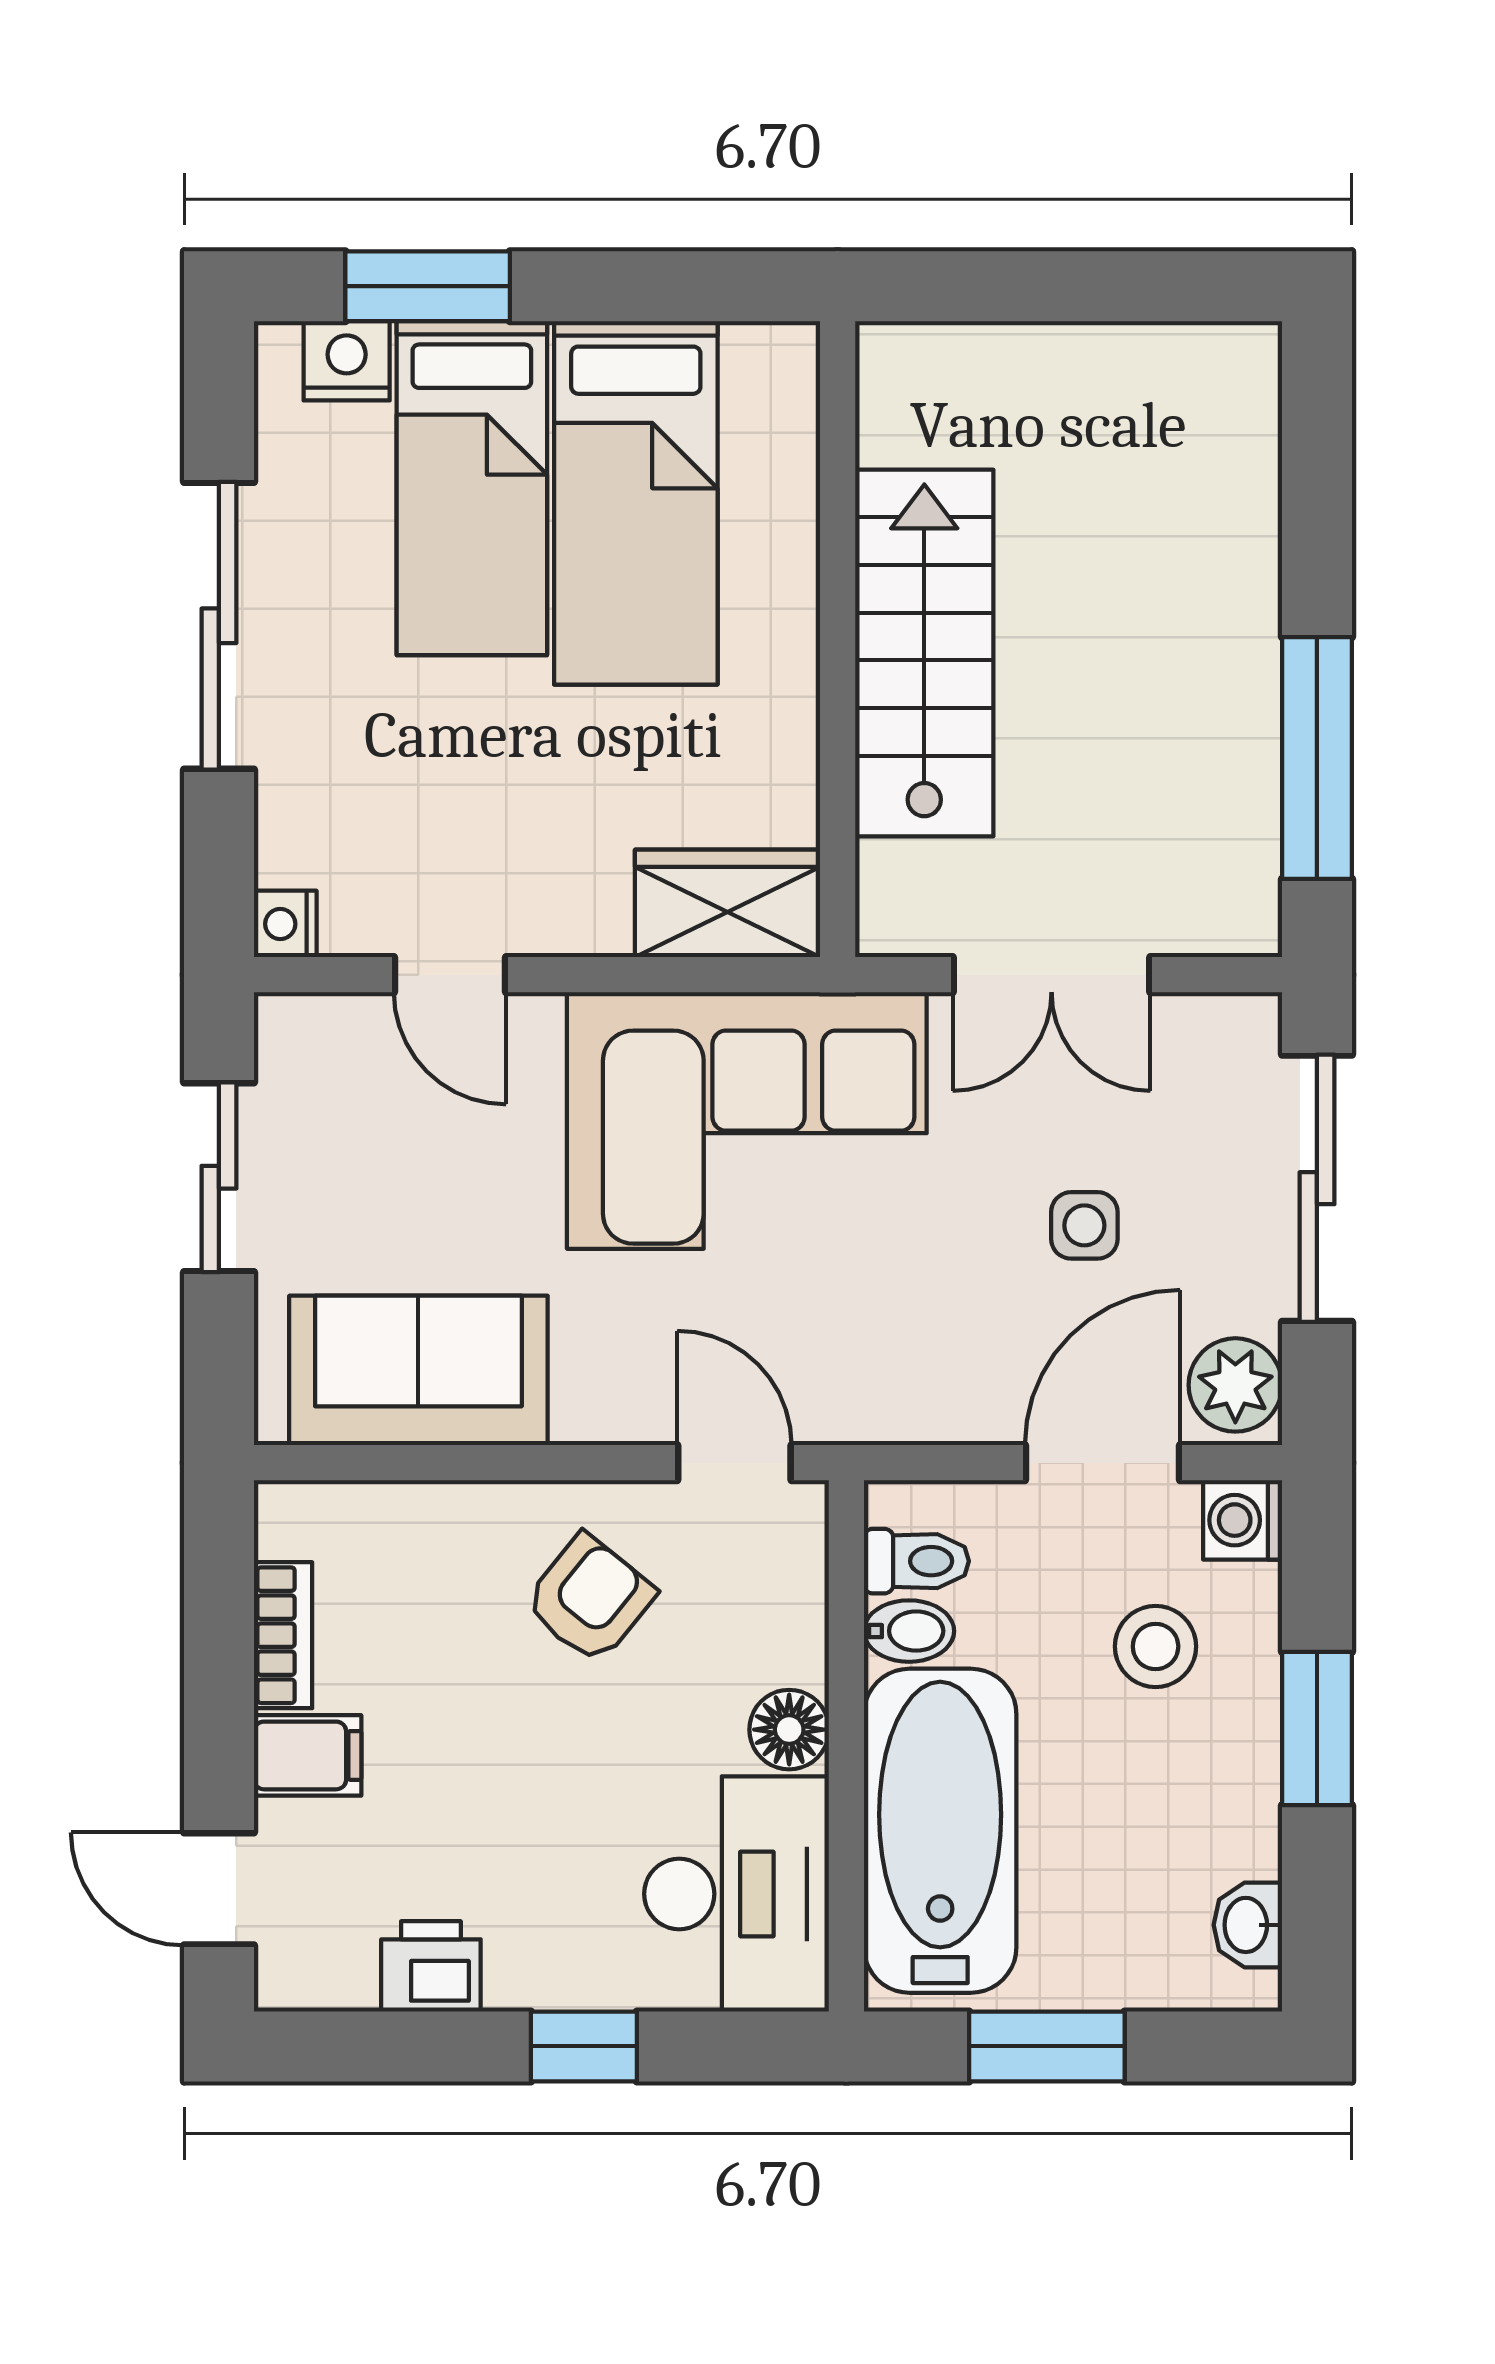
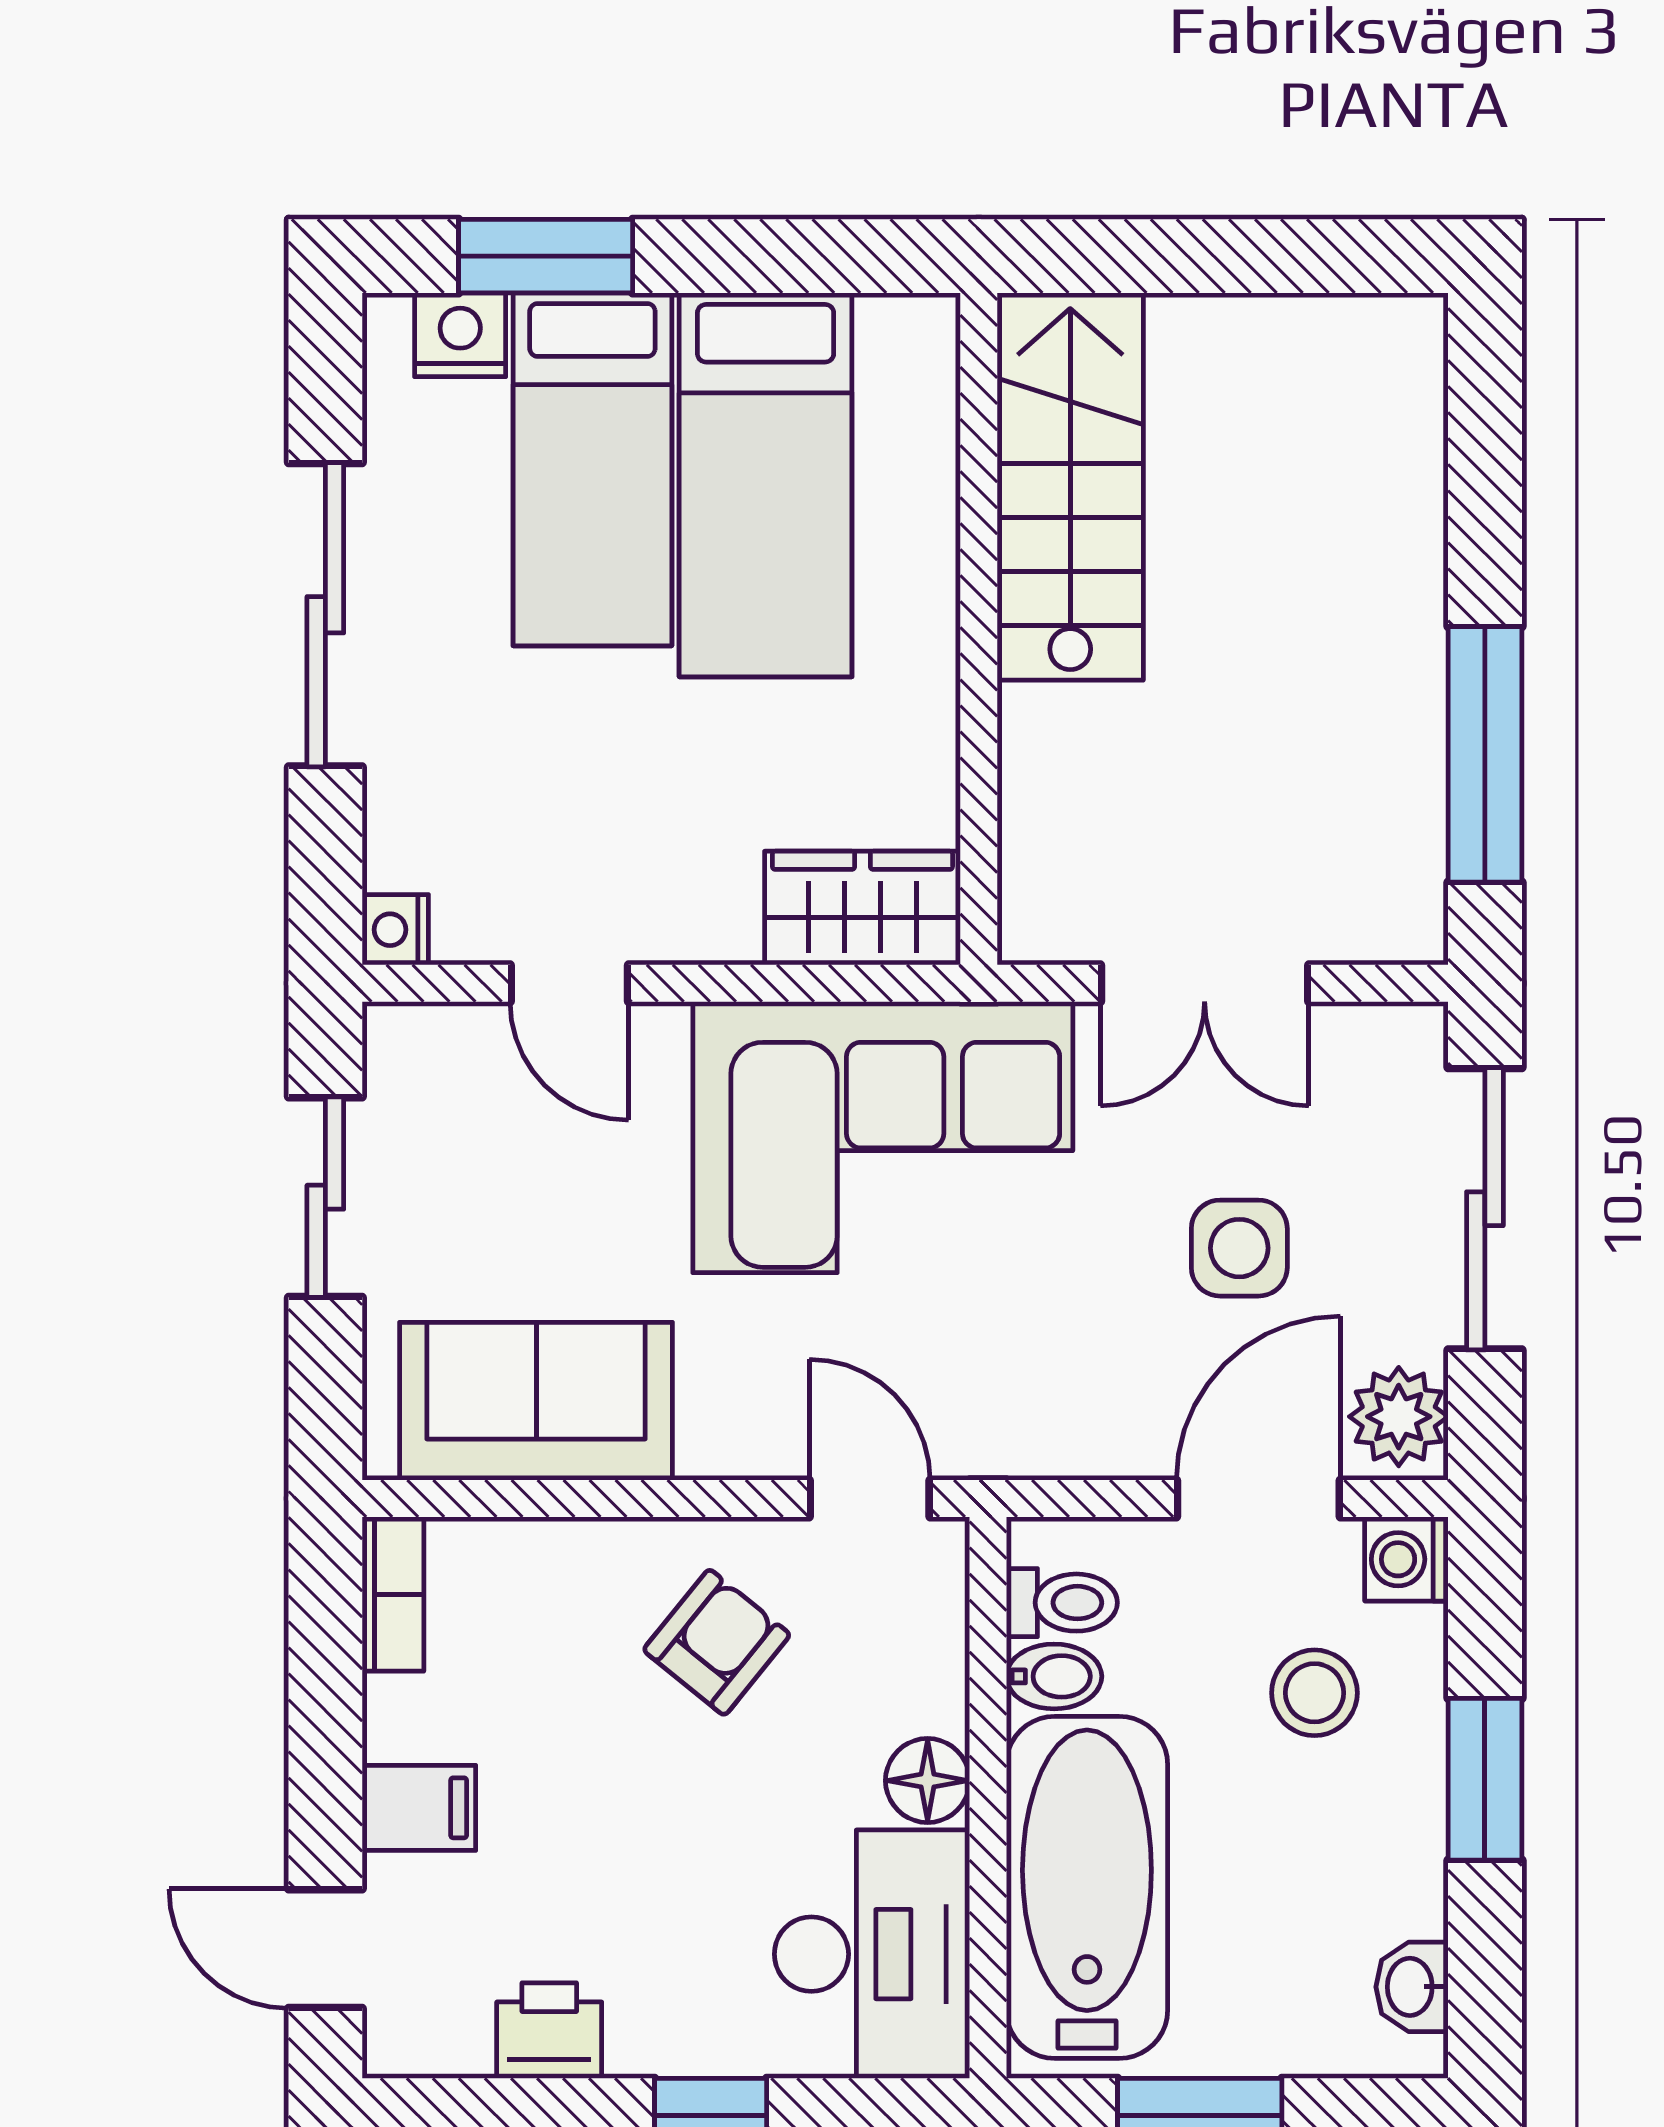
stairs: (924, 653) -> (1070, 487), moved
side table: (1084, 1225) -> (1239, 1248), width x1.37, depth x1.37
bookcase: (283, 1635) -> (393, 1594), moved

